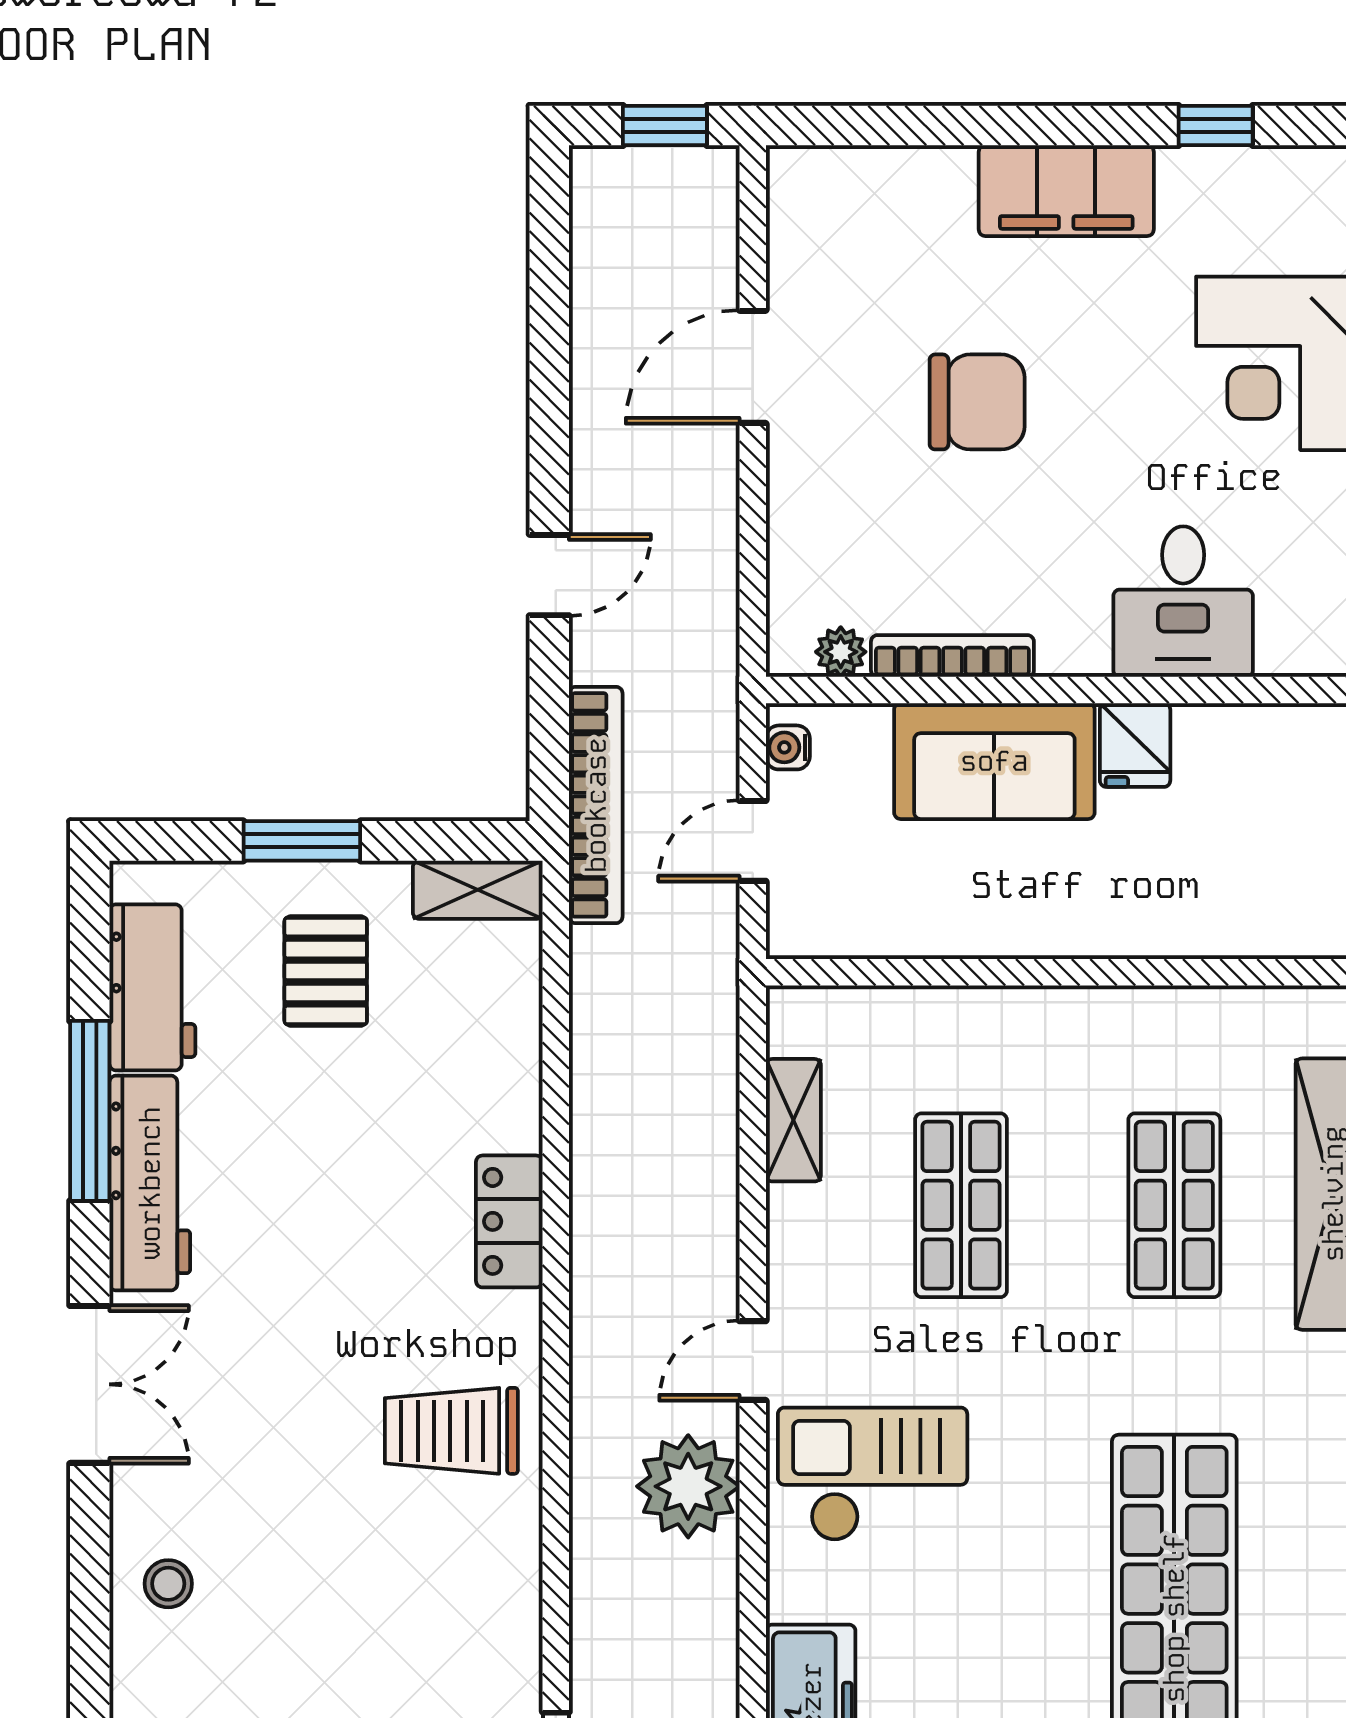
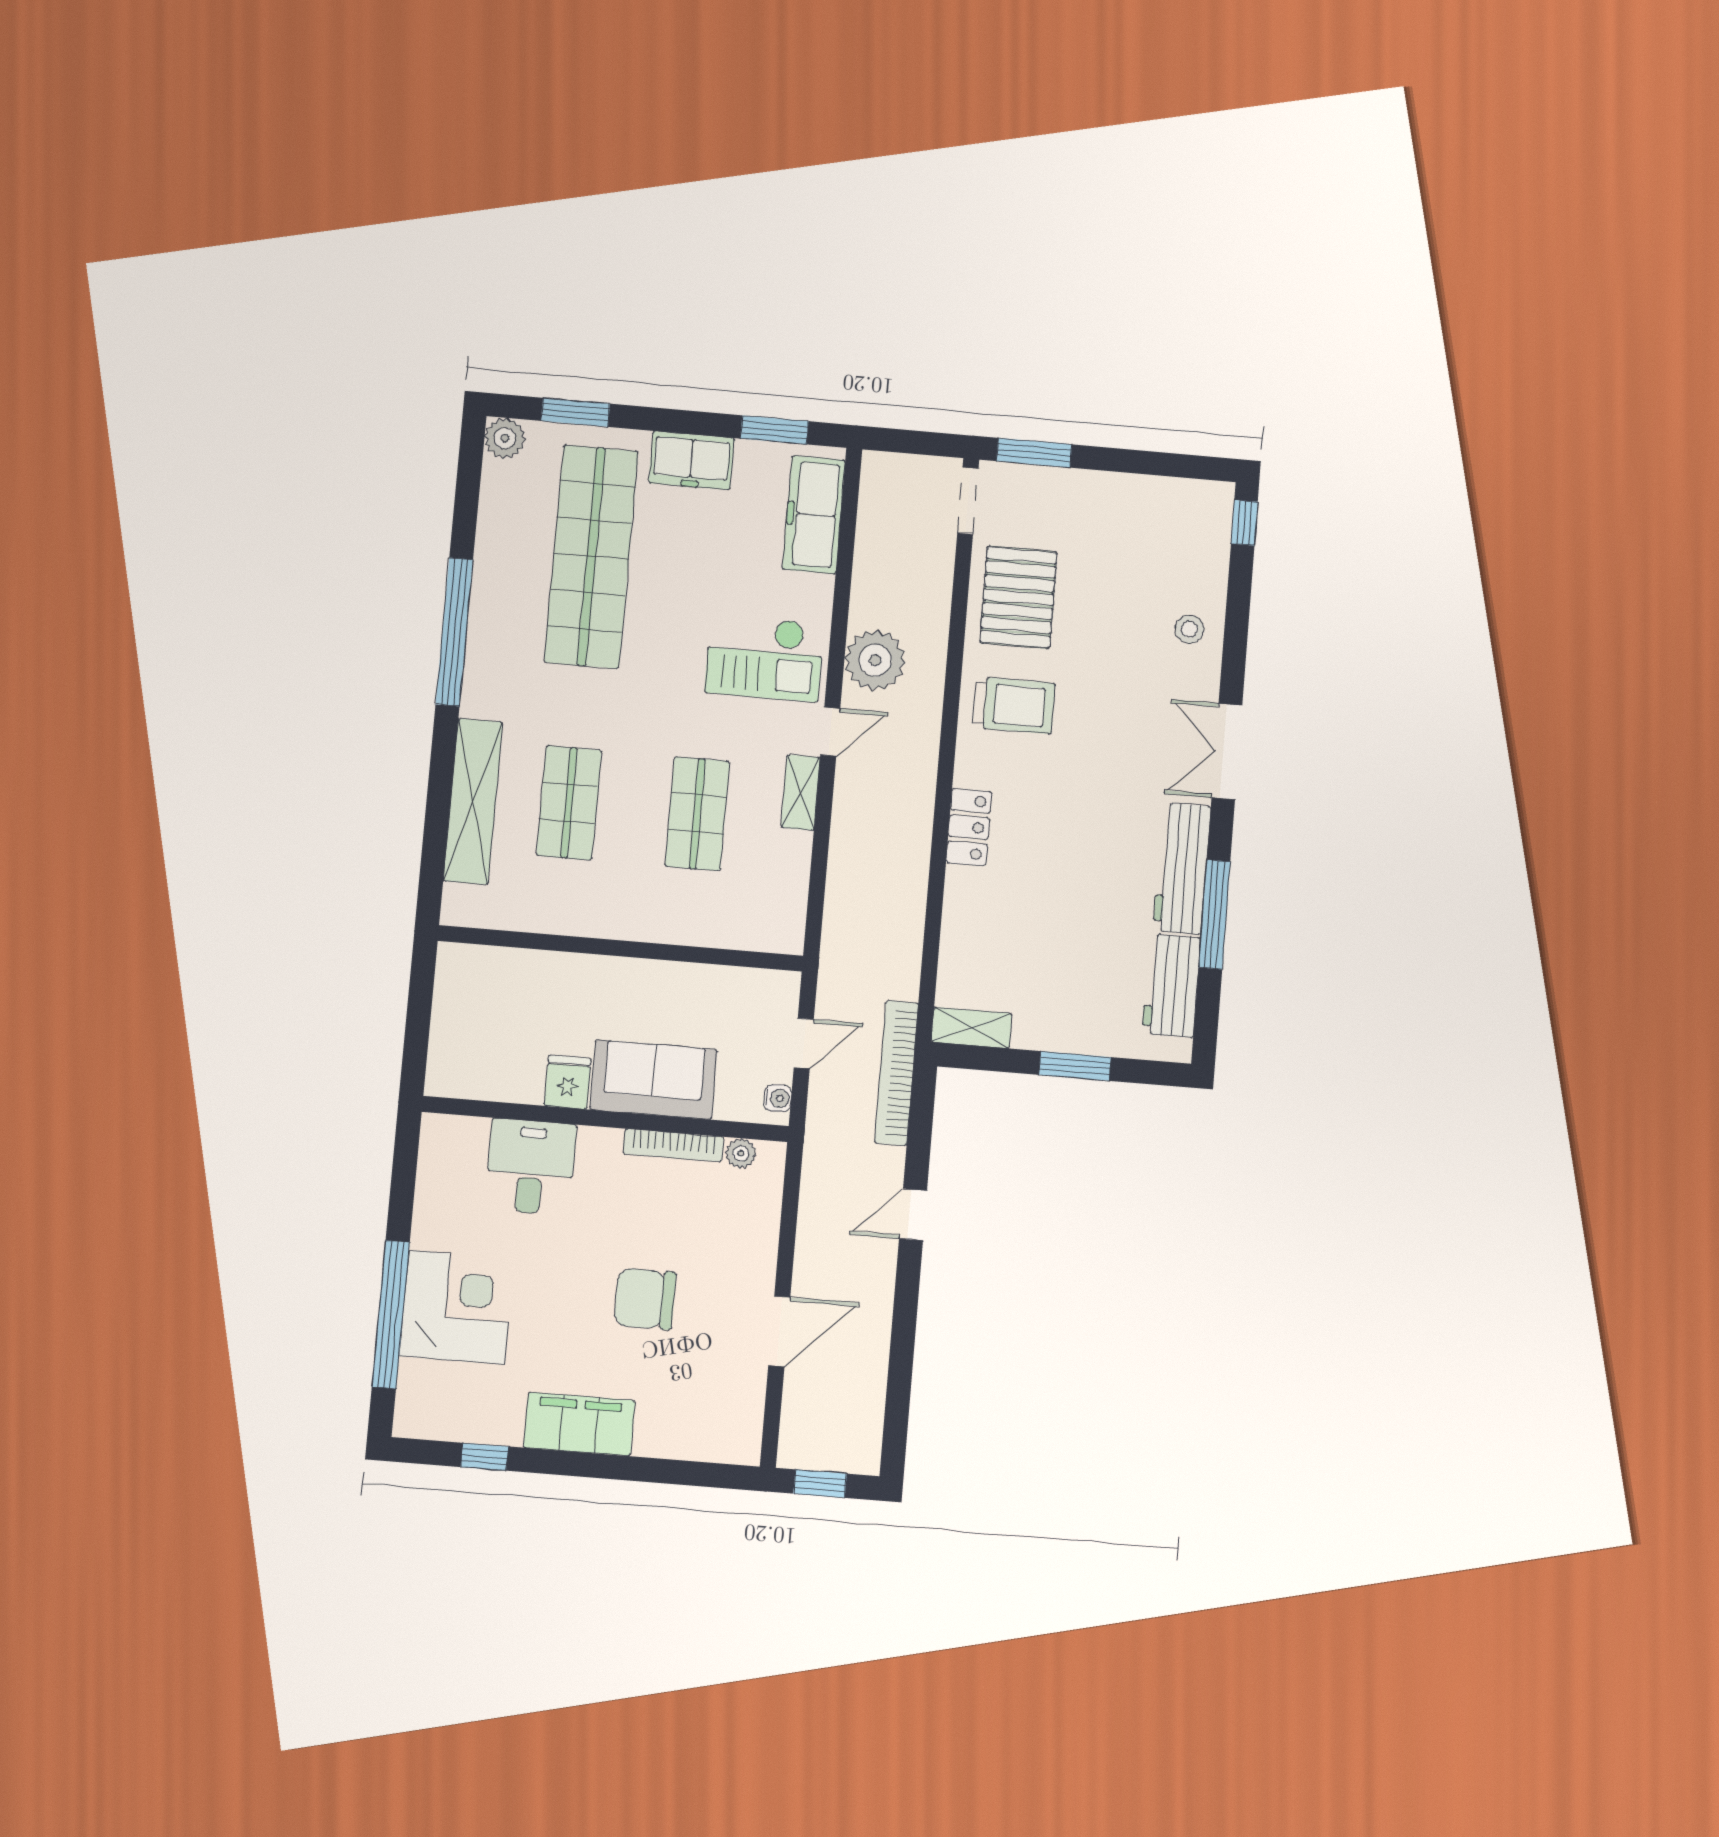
pallet: (326, 971) -> (1018, 597), moved, width x1.50, depth x1.42
shelving: (793, 1120) -> (800, 792), moved

